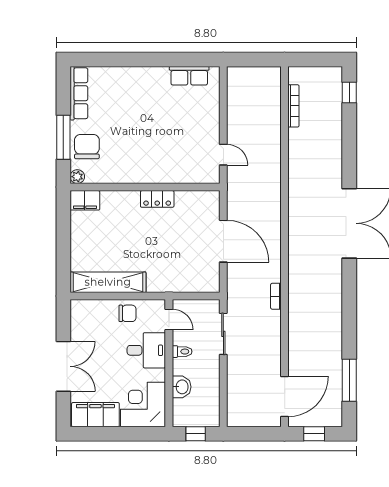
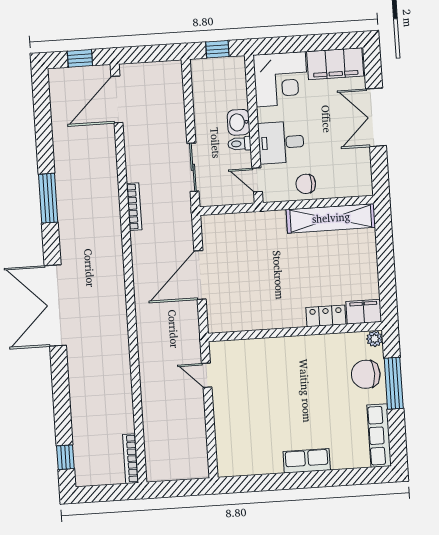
row of seats: (189, 76) -> (307, 461), moved
bookcase: (293, 106) -> (131, 459), moved
chair: (87, 147) -> (366, 374), turned 90
locker: (157, 199) -> (326, 316), moved
door: (223, 241) -> (200, 275), hinge flipped
bookcase: (276, 296) -> (134, 207), width x1.56
window: (349, 380) -> (48, 198), moved
washbasin: (182, 387) -> (239, 122), moved

